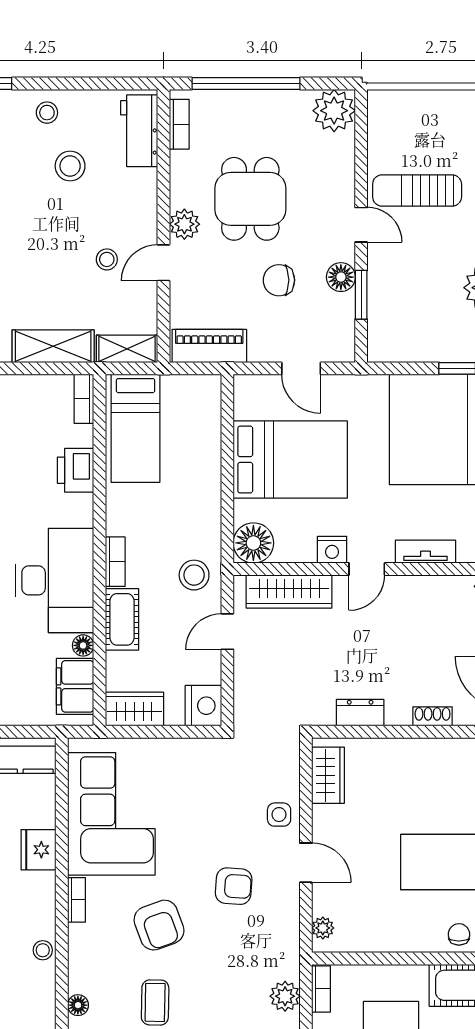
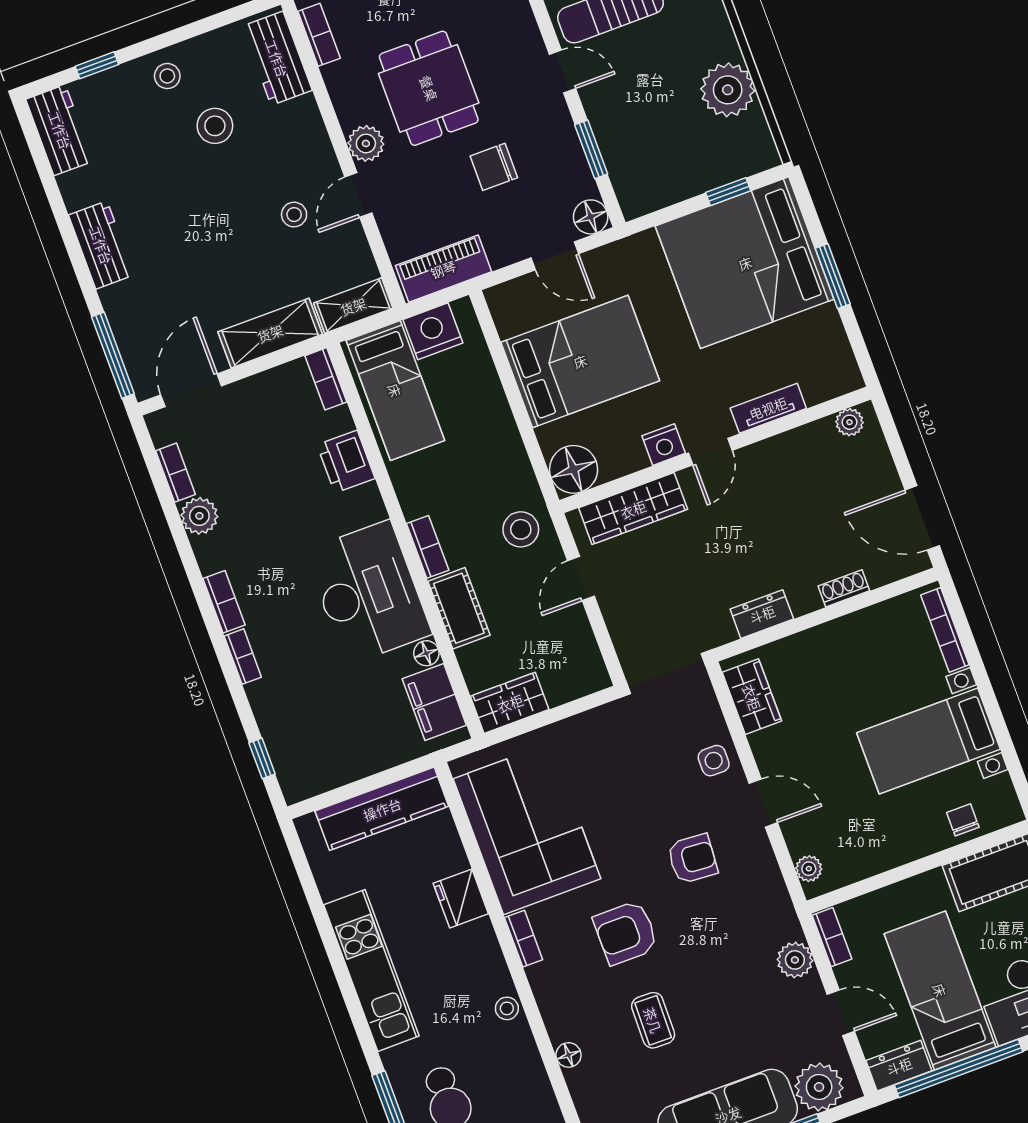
floor lamp: (341, 277) -> (591, 217), moved
nightstand: (203, 706) -> (433, 331), moved, turned -90
armchair: (159, 925) -> (626, 933), turned 110

